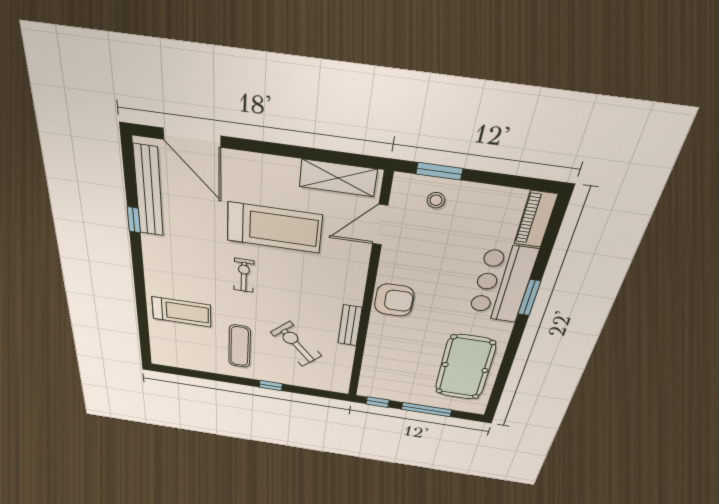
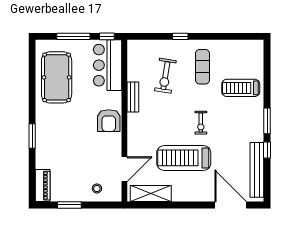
window: (439, 171) -> (69, 205), moved
window: (138, 262) -> (267, 121), added
bar counter: (502, 283) -> (108, 65), moved, turned 180
armchair: (394, 300) -> (109, 121), turned -90
exercise bike: (296, 344) -> (165, 76), turned 52

